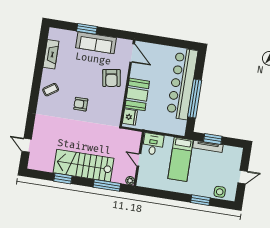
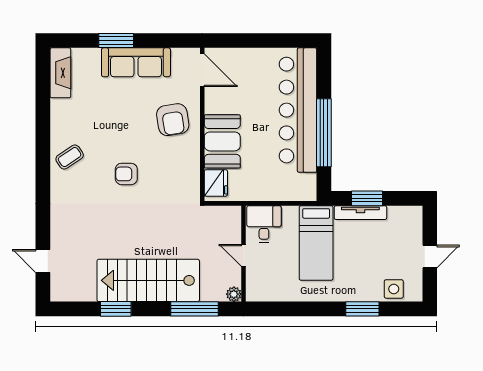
fireplace: (51, 54) -> (60, 73), moved

